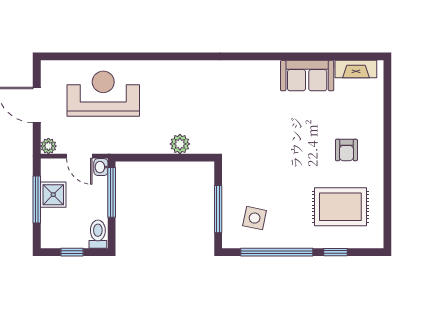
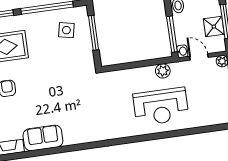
reception desk: (103, 94) -> (161, 107), moved
plant: (180, 144) -> (163, 71), moved

